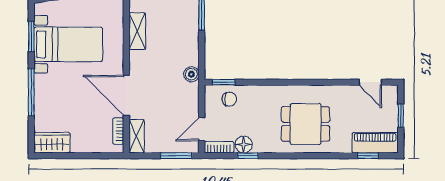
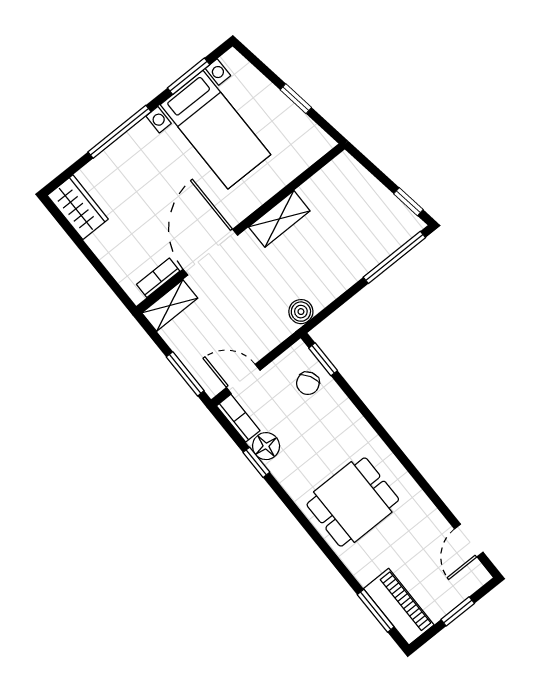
shelving: (137, 31) -> (279, 219), moved
chair: (229, 99) -> (308, 383), turned 62
dining table: (305, 124) -> (353, 502), turned 90
window: (368, 156) -> (376, 611), width x1.50

